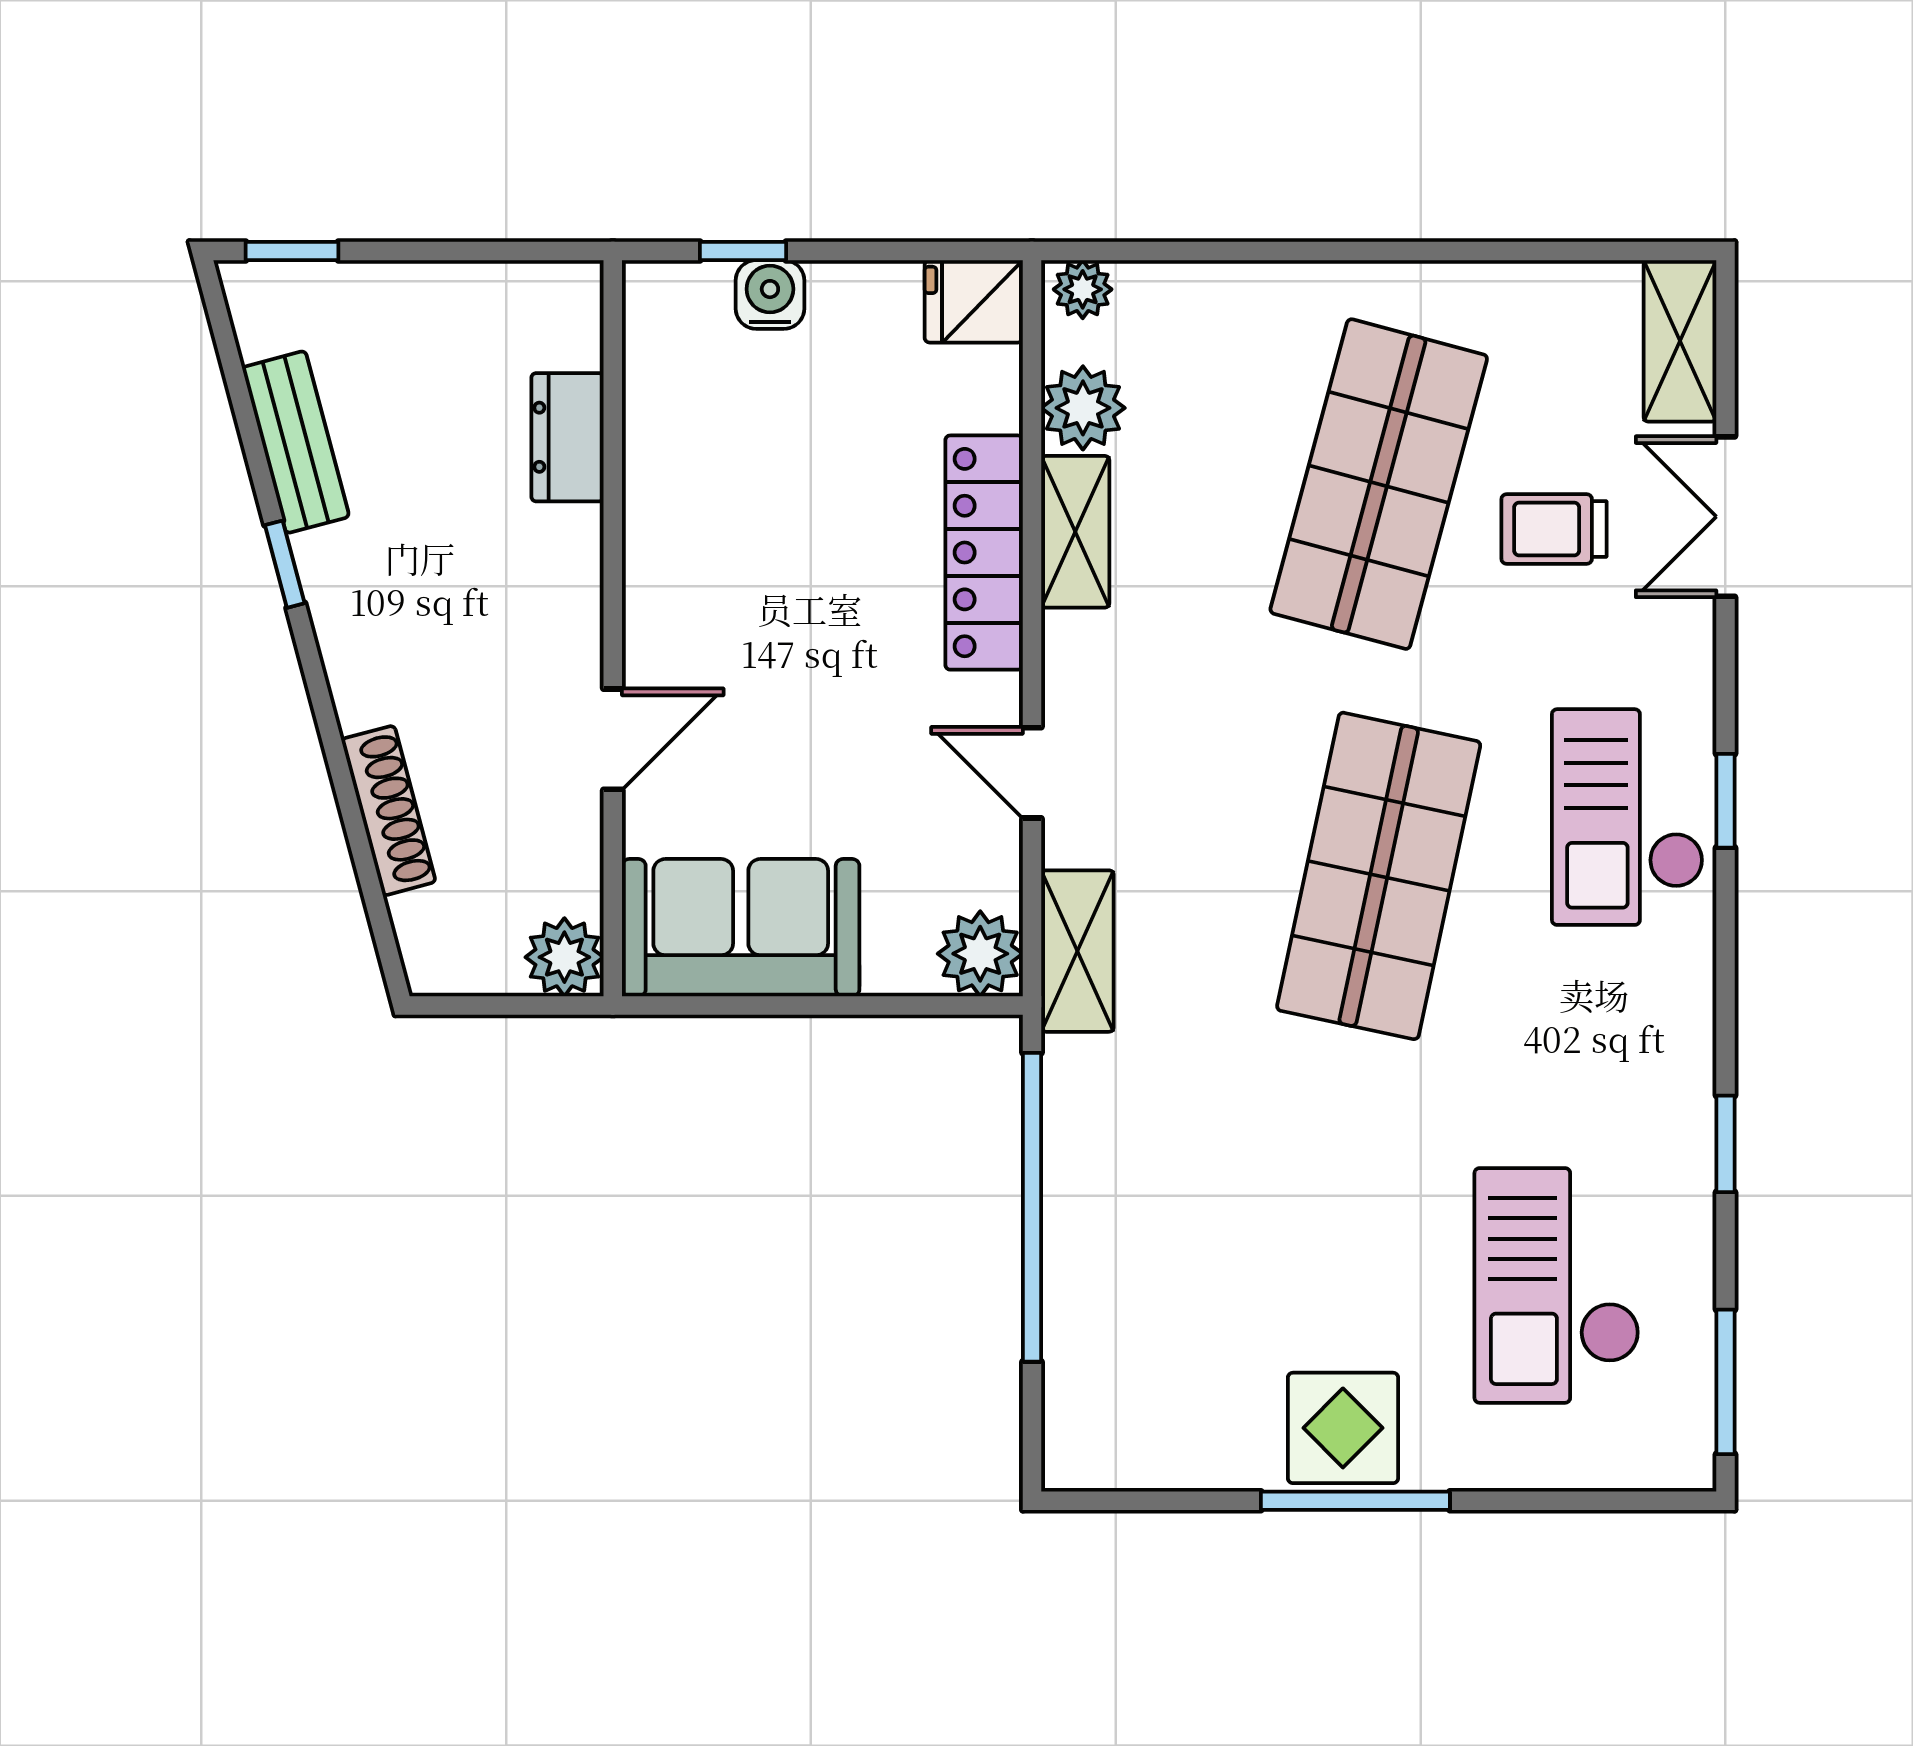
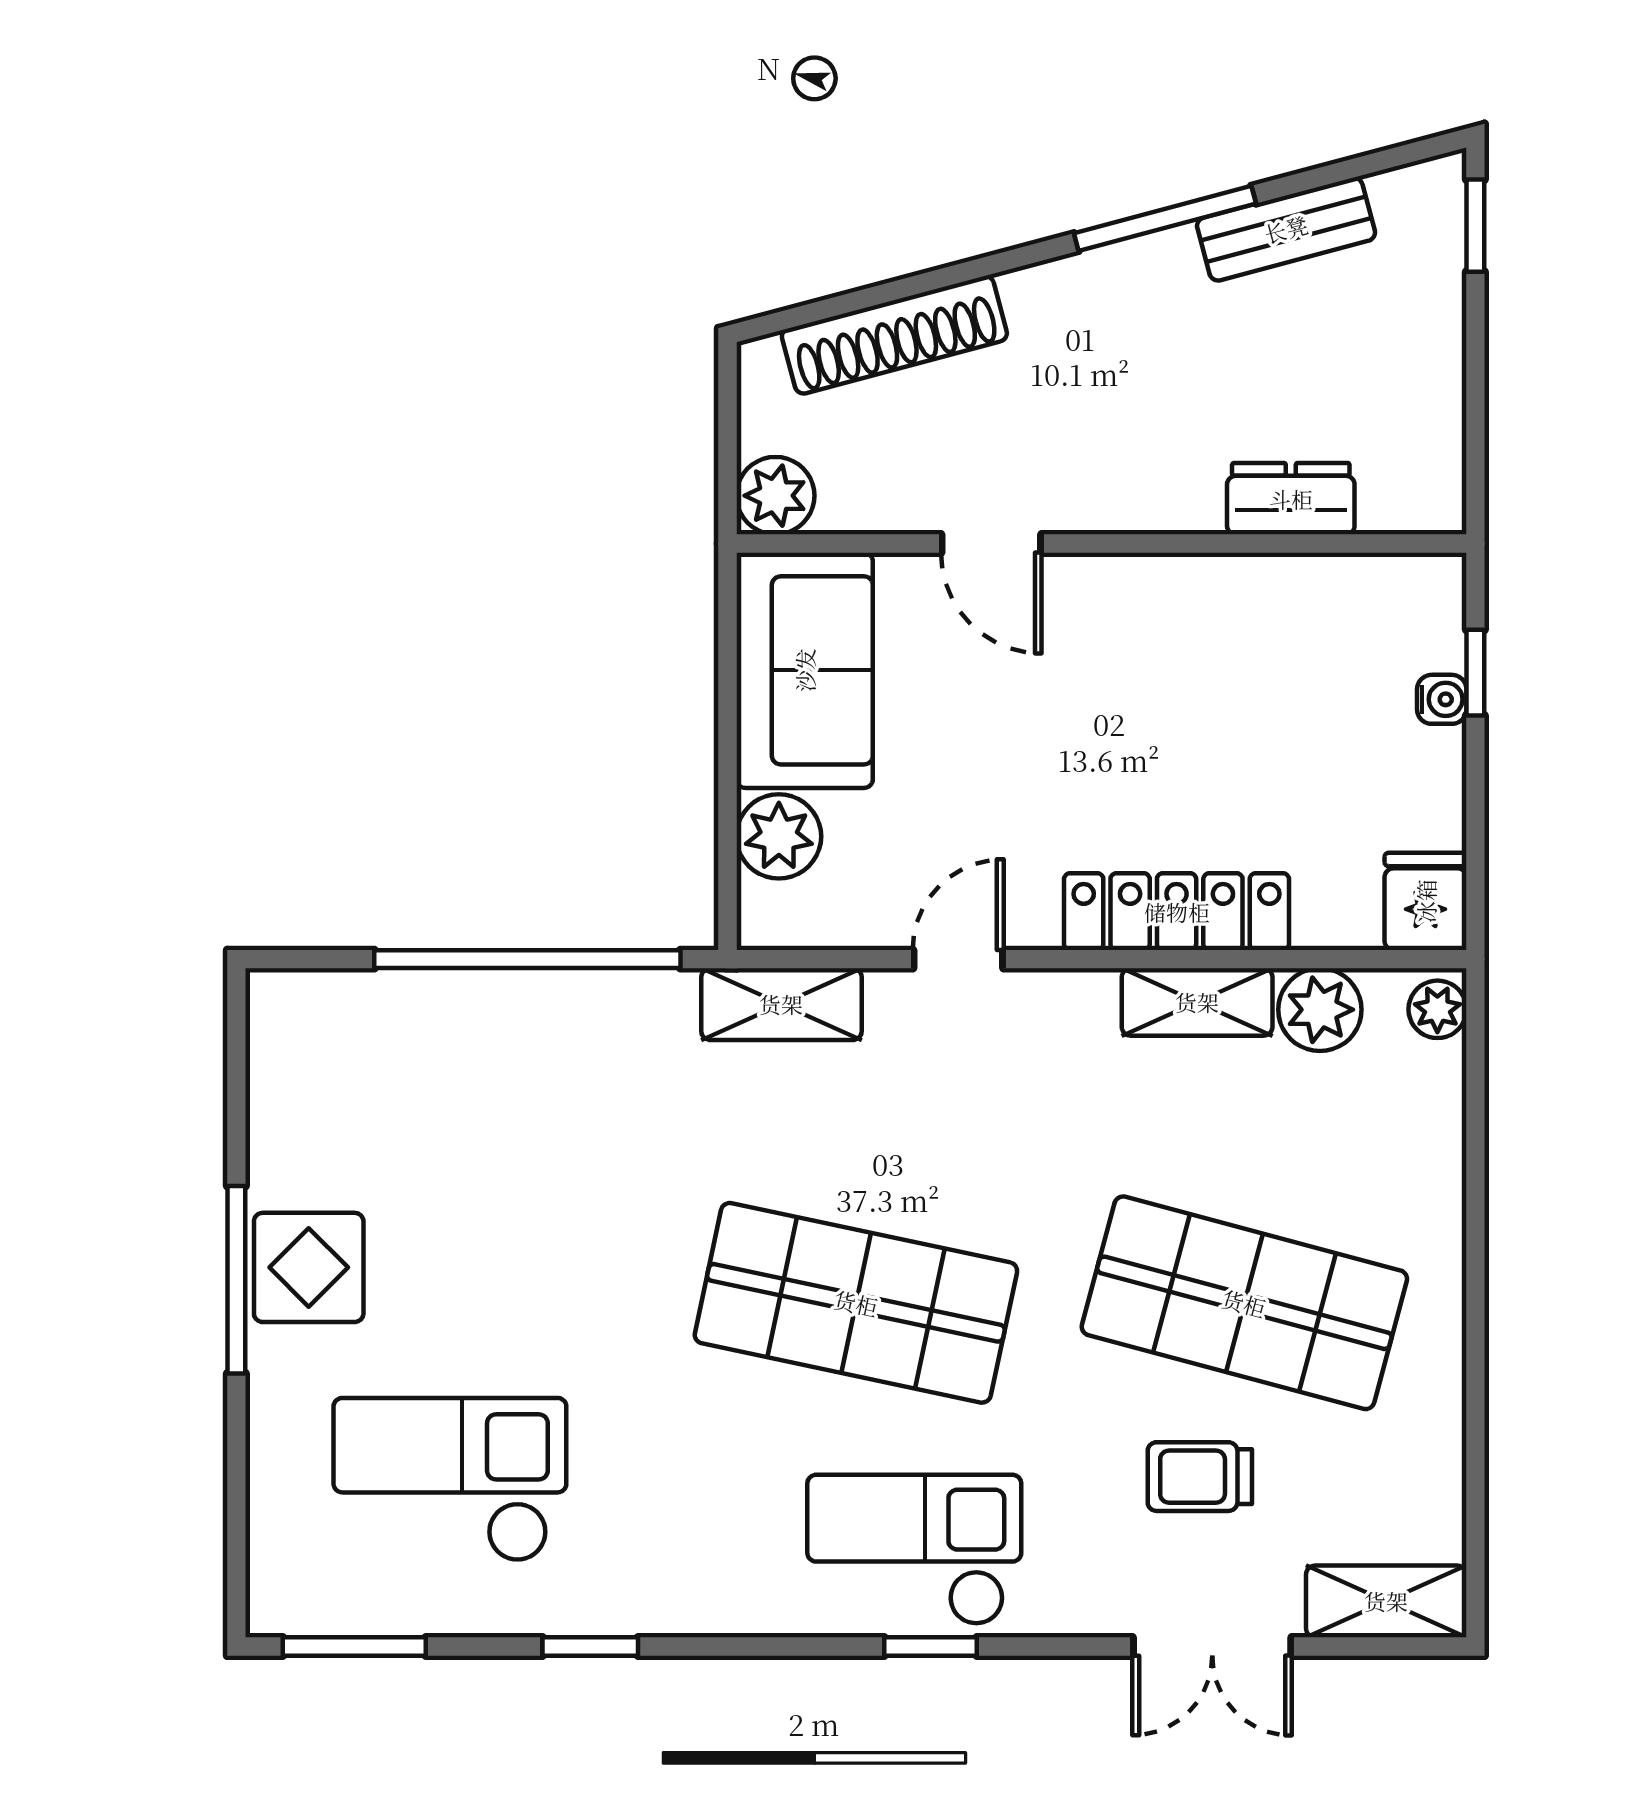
water cooler: (770, 295) -> (1442, 699), width x0.72, depth x0.72
double door: (1725, 517) -> (1212, 1647), swing flipped
trolley: (1554, 529) -> (1200, 1477), turned -90
window: (285, 564) -> (1165, 218), width x2.17
shoe rack: (388, 811) -> (894, 335), width x1.36, depth x1.24
plant: (980, 954) -> (779, 836), moved

